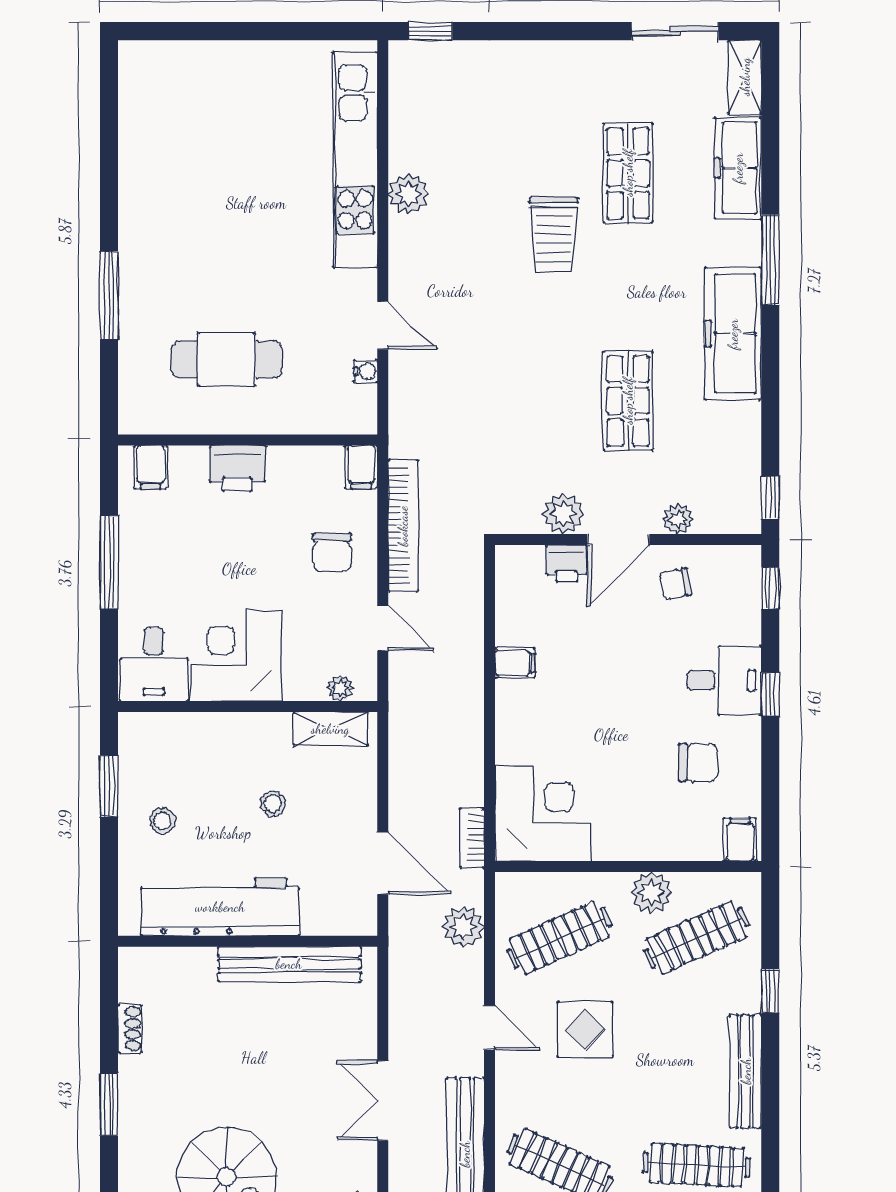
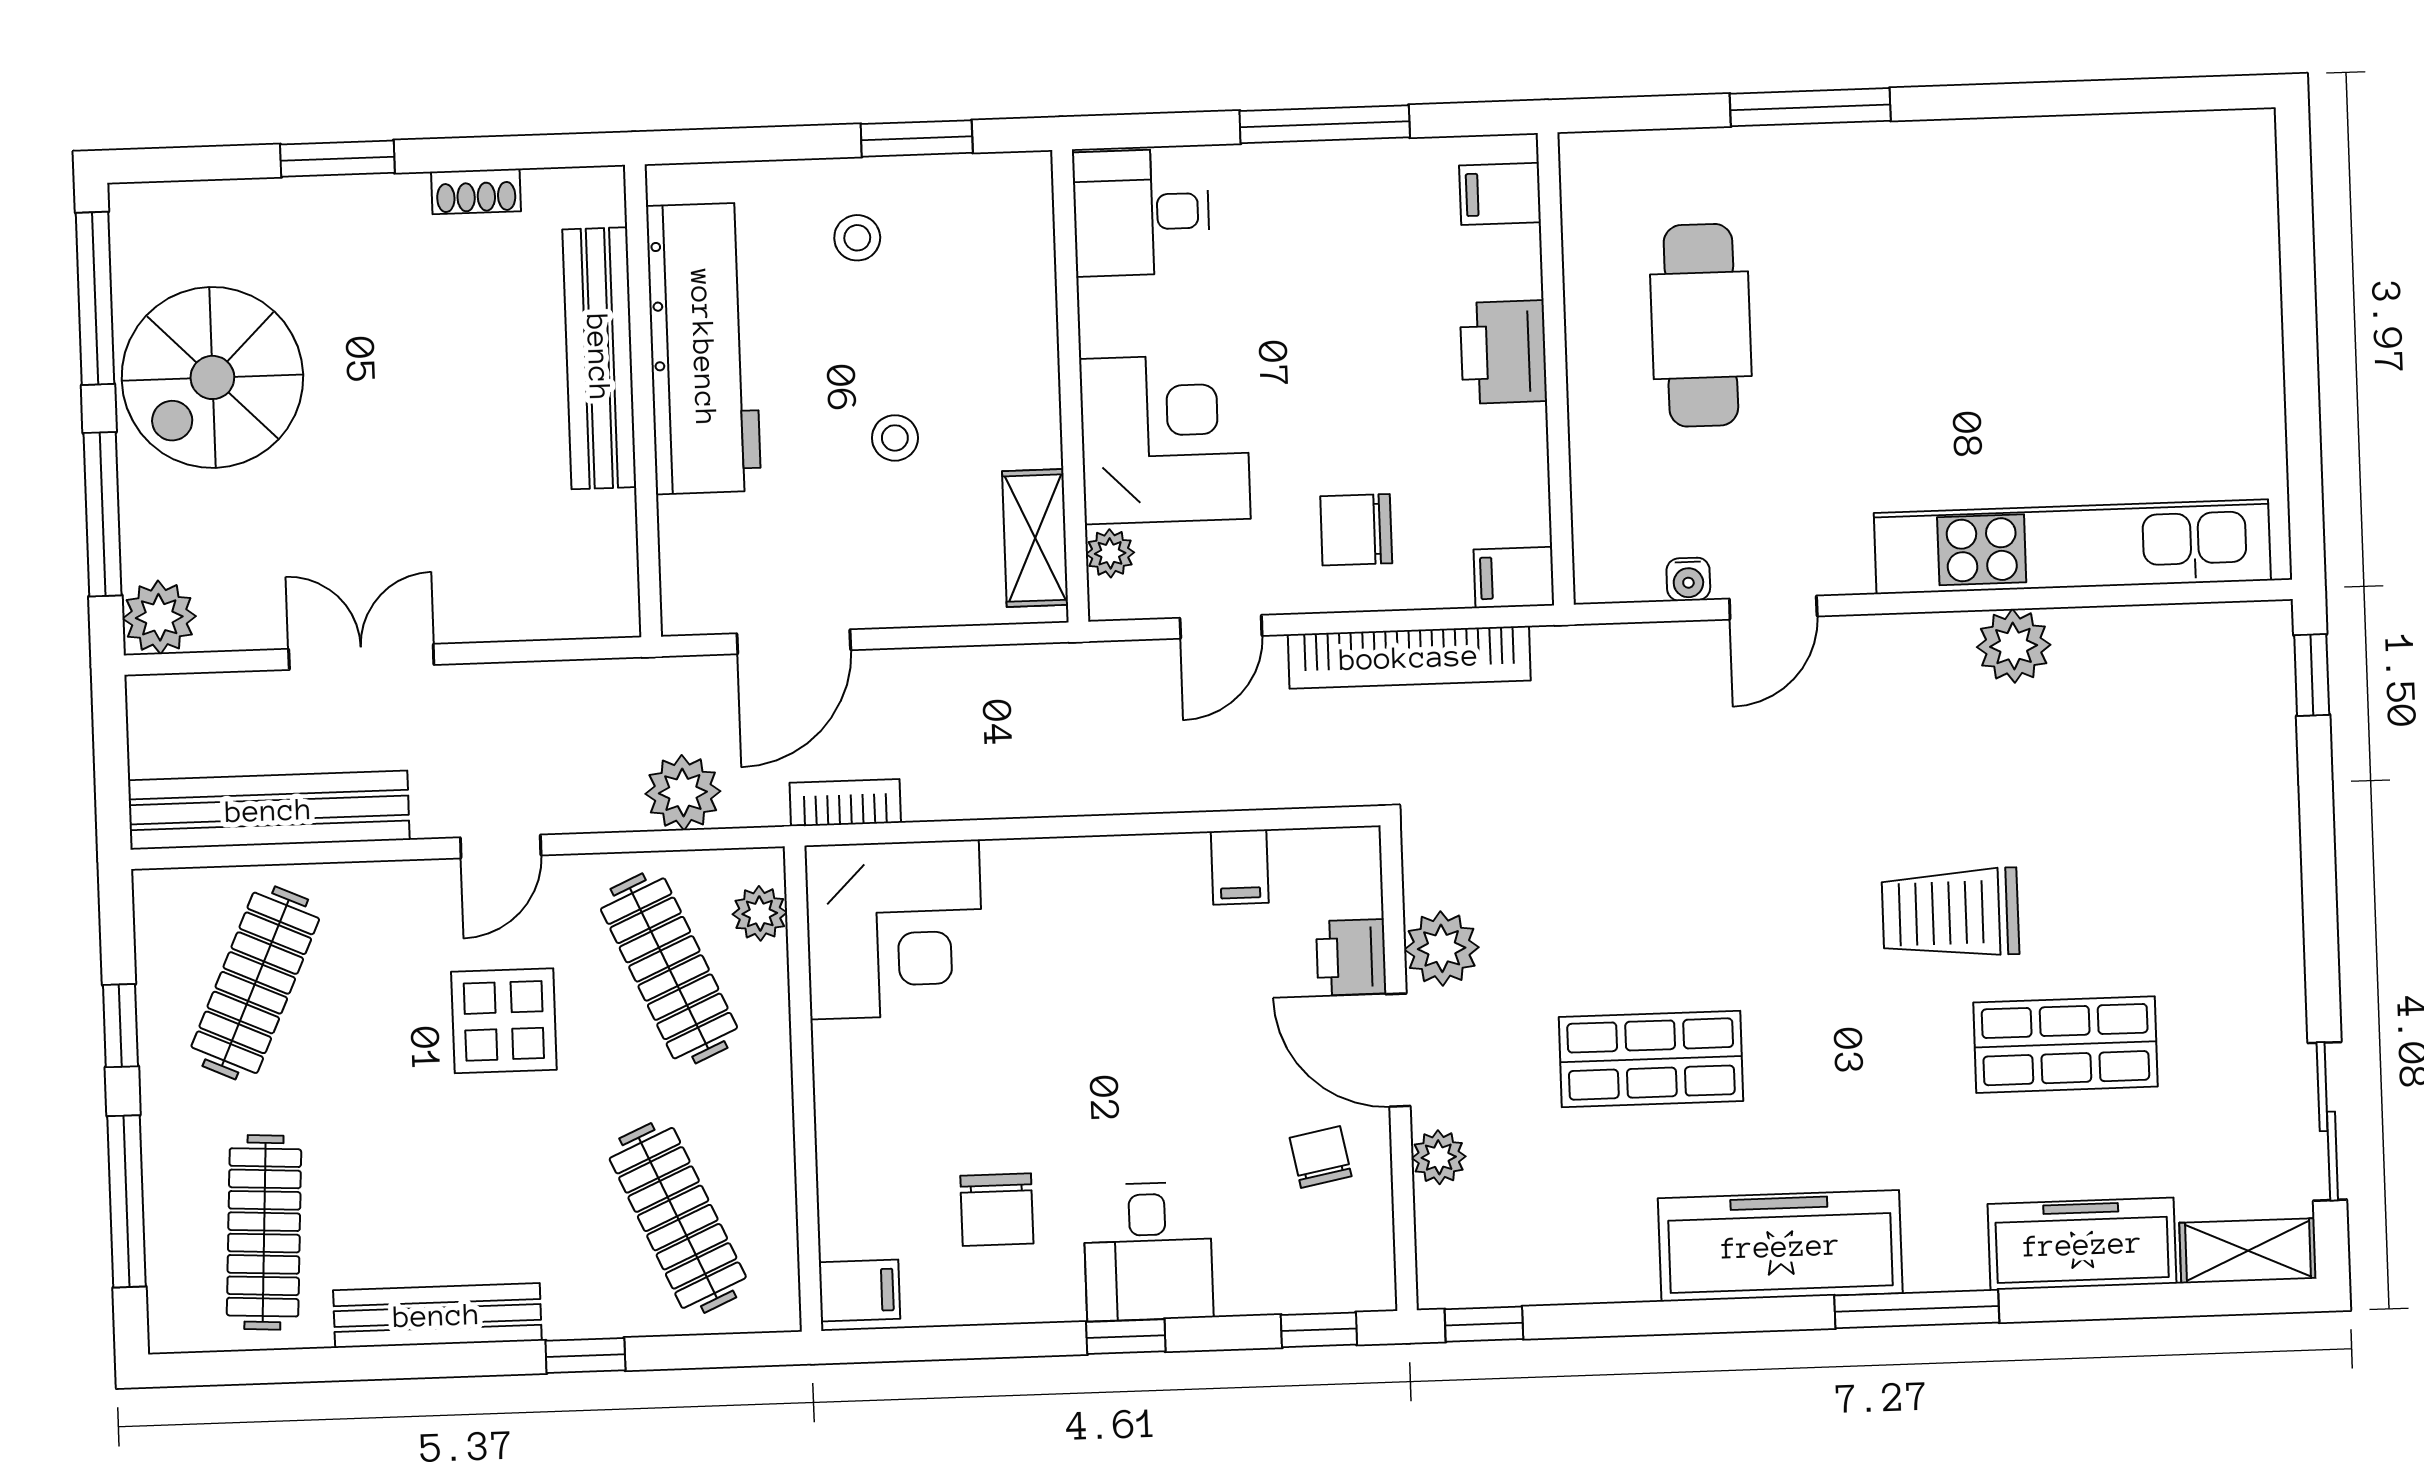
corner desk: (237, 656) -> (1165, 439), moved
filing cabinet: (515, 663) -> (1240, 867), moved
plant: (651, 893) -> (760, 913), moved, width x0.73, depth x0.73
bench: (289, 964) -> (599, 358), moved

